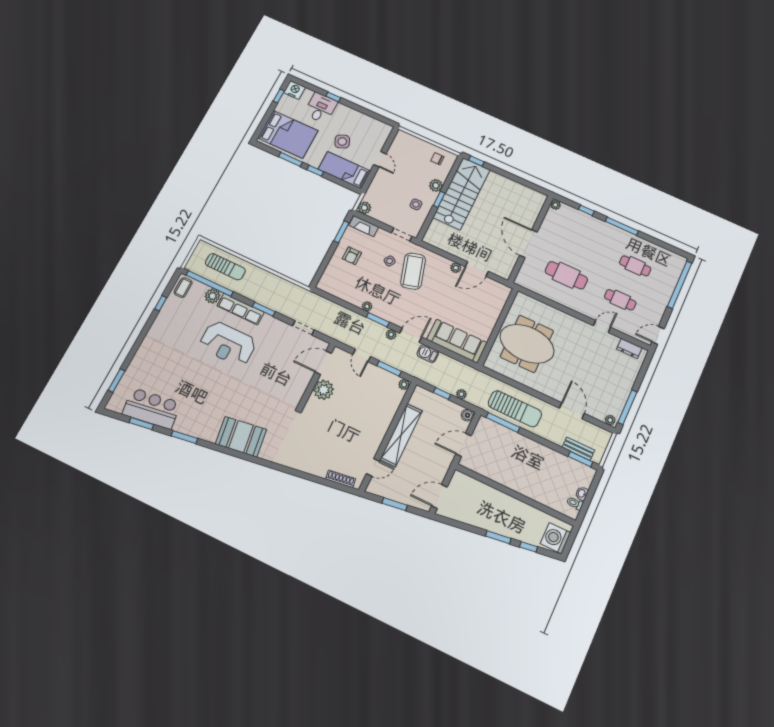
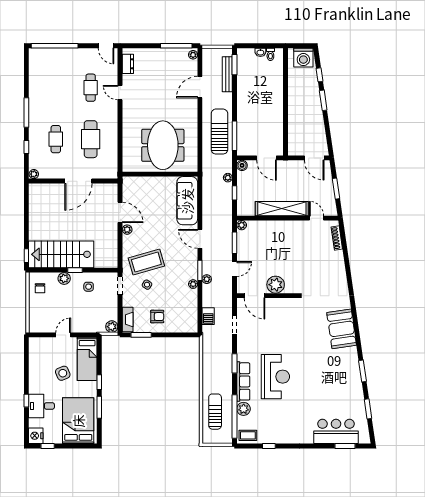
cafe table: (635, 266) -> (56, 139), moved
plant: (391, 334) -> (207, 279), moved
barbecue: (428, 354) -> (208, 316), moved
bar counter: (151, 408) -> (336, 431), moved, turned 98
bench: (578, 449) -> (227, 74), width x1.36

